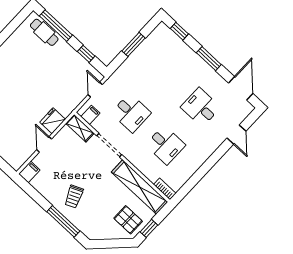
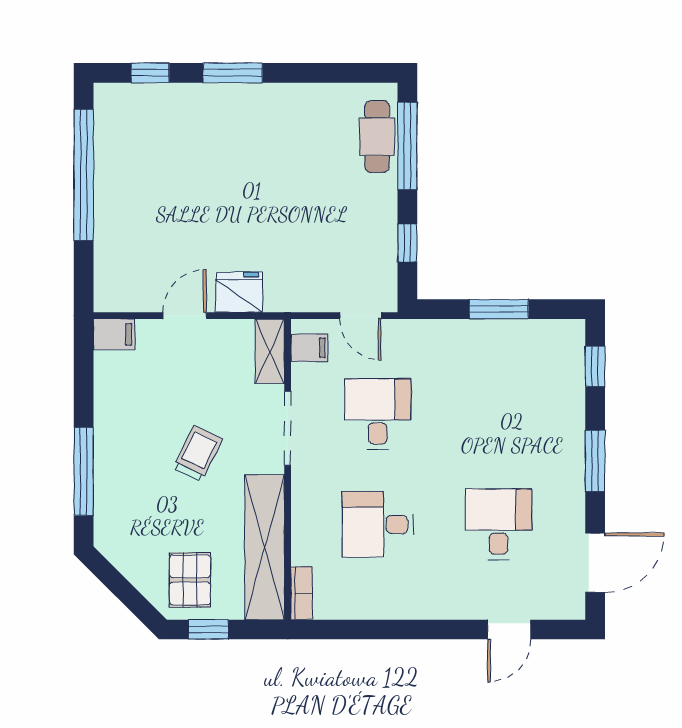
door: (95, 90) -> (360, 316), swing flipped
desk: (131, 113) -> (378, 414), turned 180
desk: (165, 145) -> (378, 524), turned 90
trolley: (74, 197) -> (198, 453), moved, turned 140

